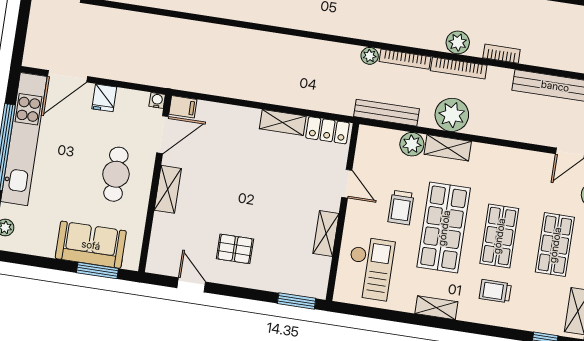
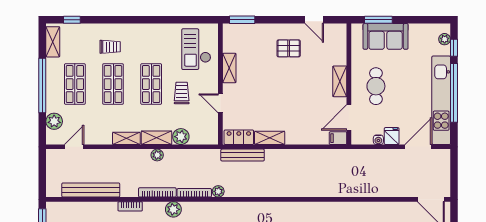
plant: (458, 42) -> (173, 209), moved
water cooler: (157, 100) -> (378, 140), moved
bench: (386, 113) -> (243, 155), moved
plant: (452, 115) -> (157, 155), width x0.53, depth x0.53
shop shelf: (444, 228) -> (151, 84), width x0.70, depth x0.74
shelving: (436, 308) -> (126, 138), moved

